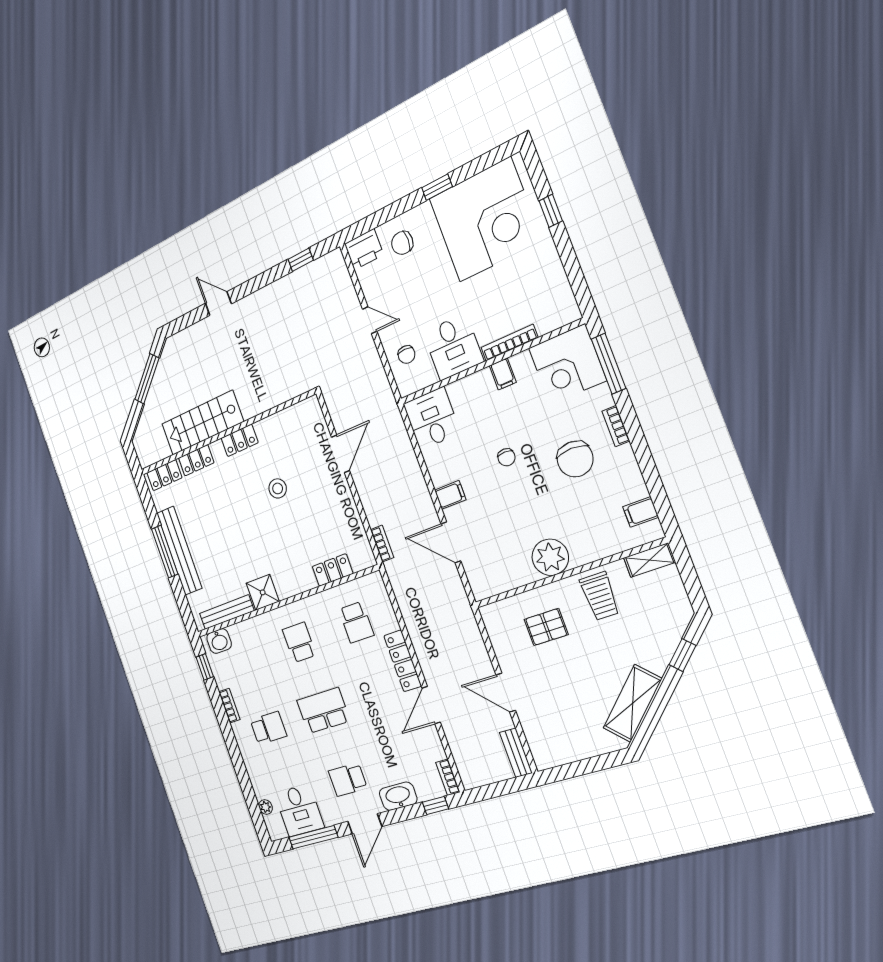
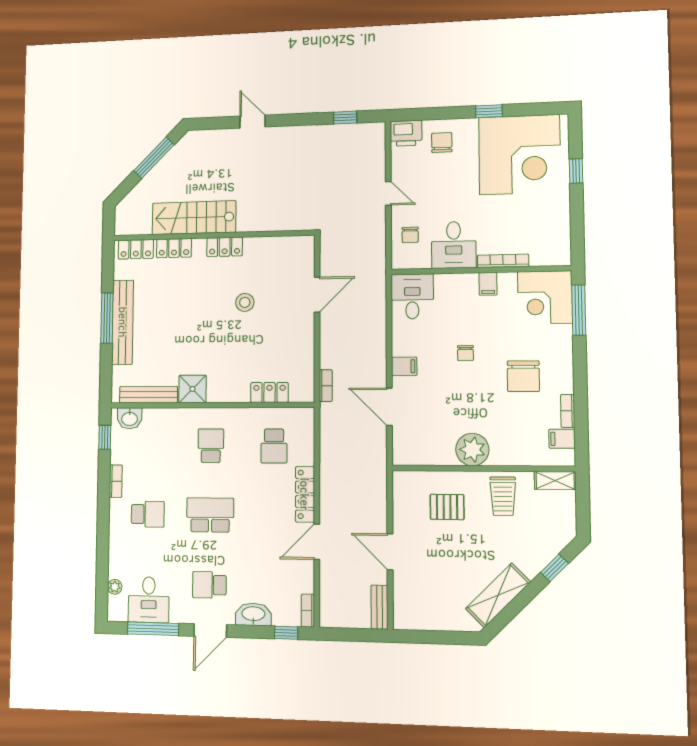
chair: (402, 243) -> (442, 143), turned 90
bookcase: (616, 426) -> (568, 411), moved

